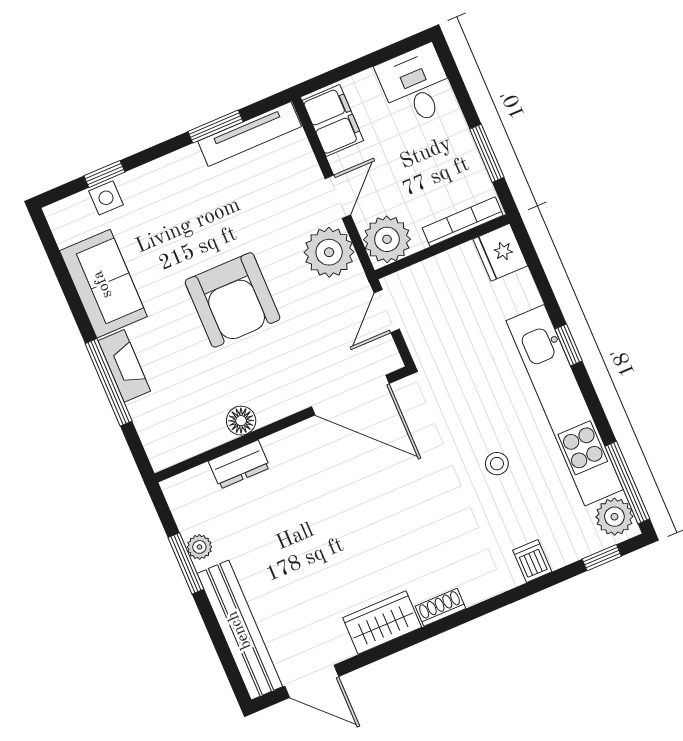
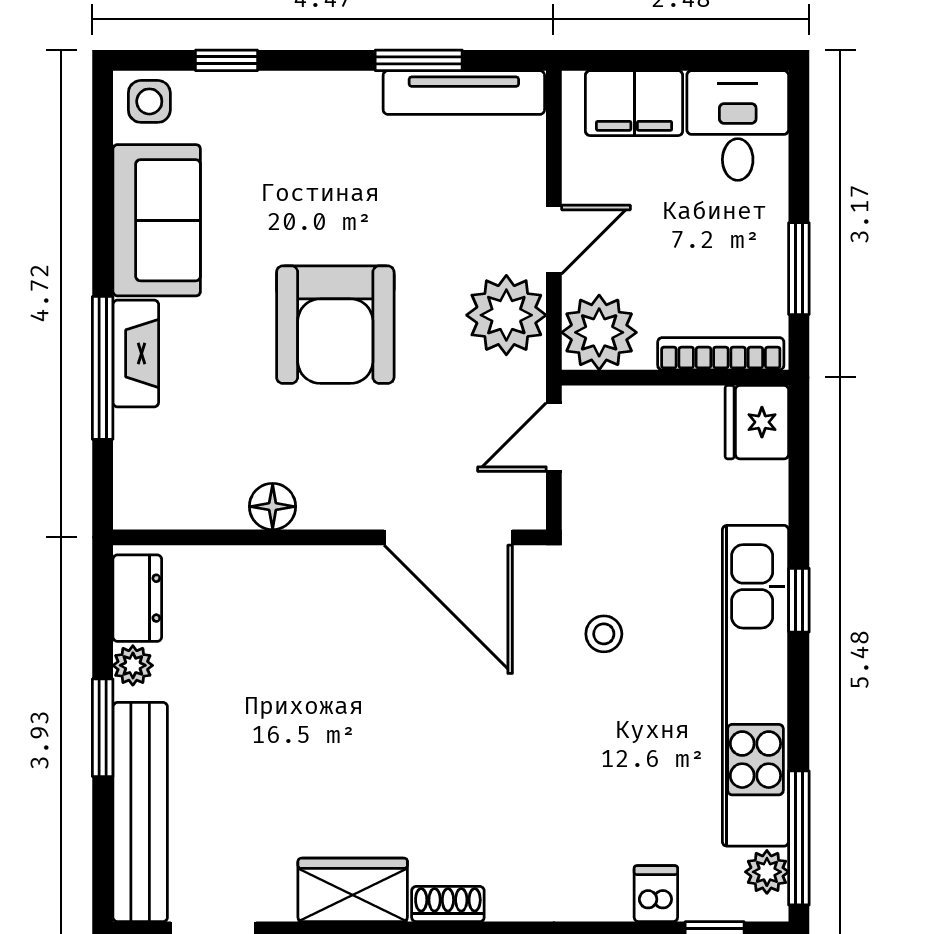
filing cabinet: (333, 120) -> (634, 103), moved, turned 90
side table: (106, 198) -> (149, 101), moved
dresser: (239, 464) -> (137, 598), moved, turned -90
stool: (497, 464) -> (604, 634), moved
plant: (614, 517) -> (767, 872), width x0.73, depth x0.73
dishwasher: (532, 561) -> (656, 894), moved
window: (186, 563) -> (103, 728), moved

